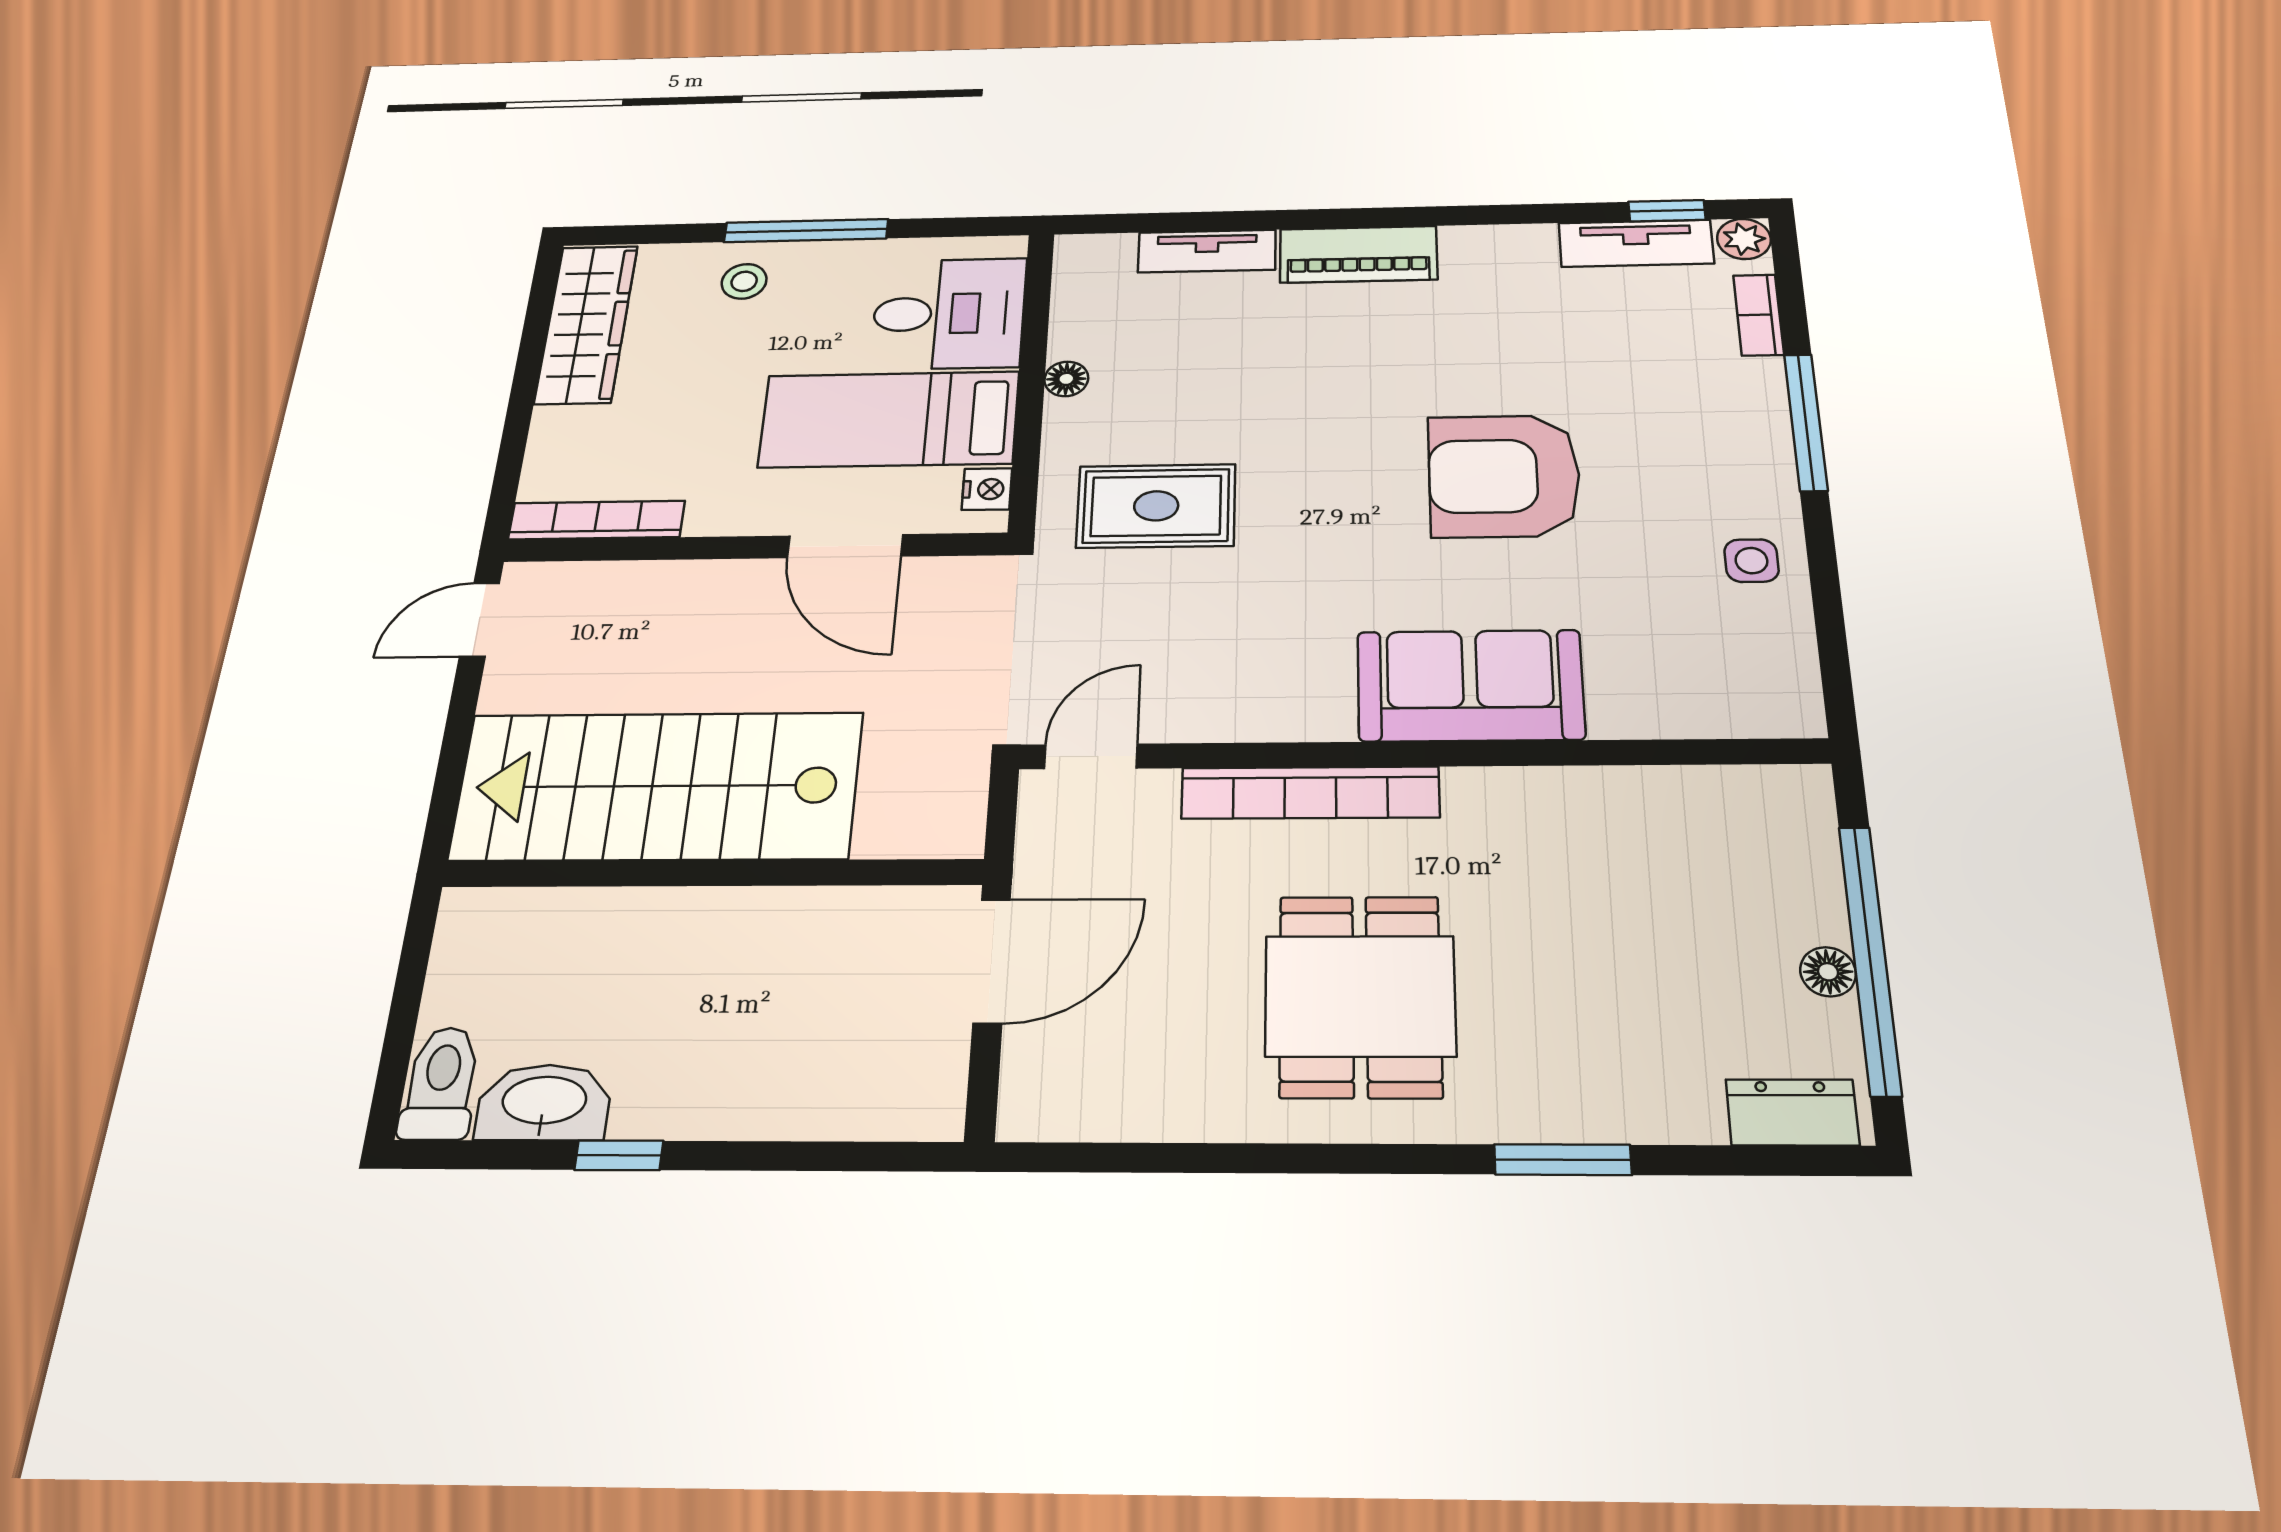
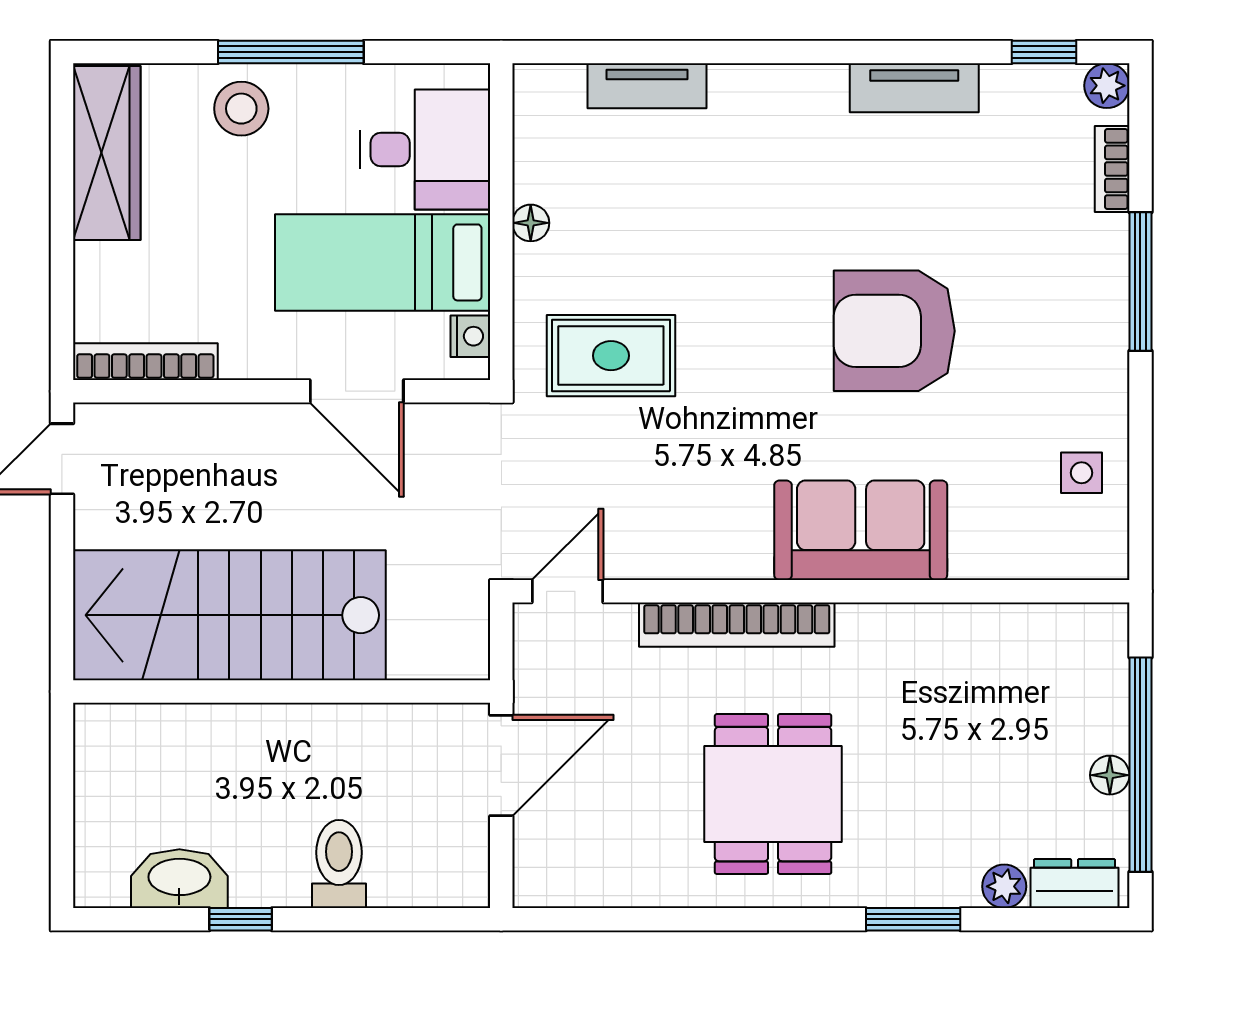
tv unit: (1636, 243) -> (914, 88), moved
piano: (1358, 254) -> (778, 93), removed
stool: (744, 281) -> (241, 109), width x1.37, depth x1.37
side table: (1751, 561) -> (1082, 473), moved
toilet: (441, 1083) -> (339, 864), moved
plant: (1691, 1116) -> (1004, 886), added

